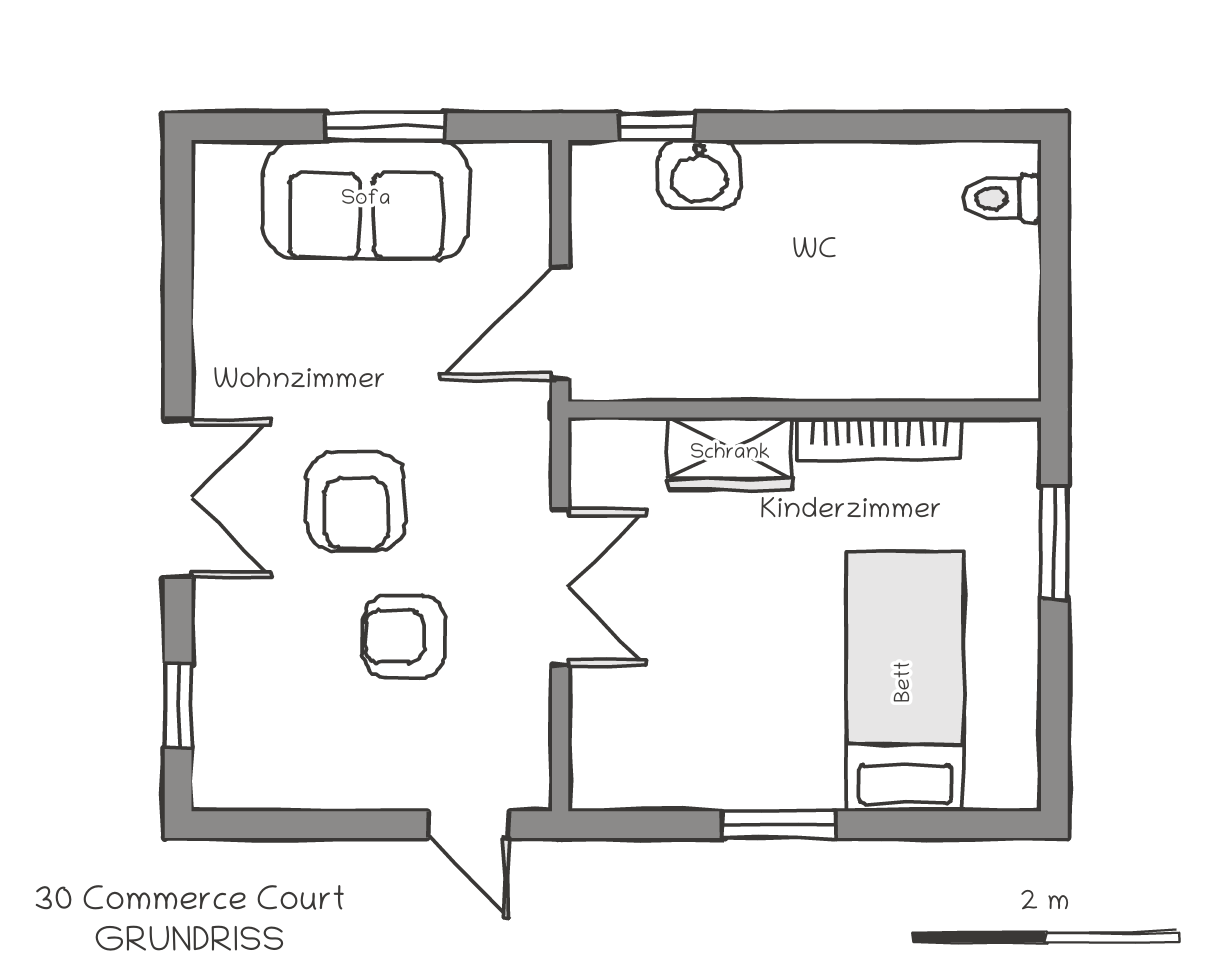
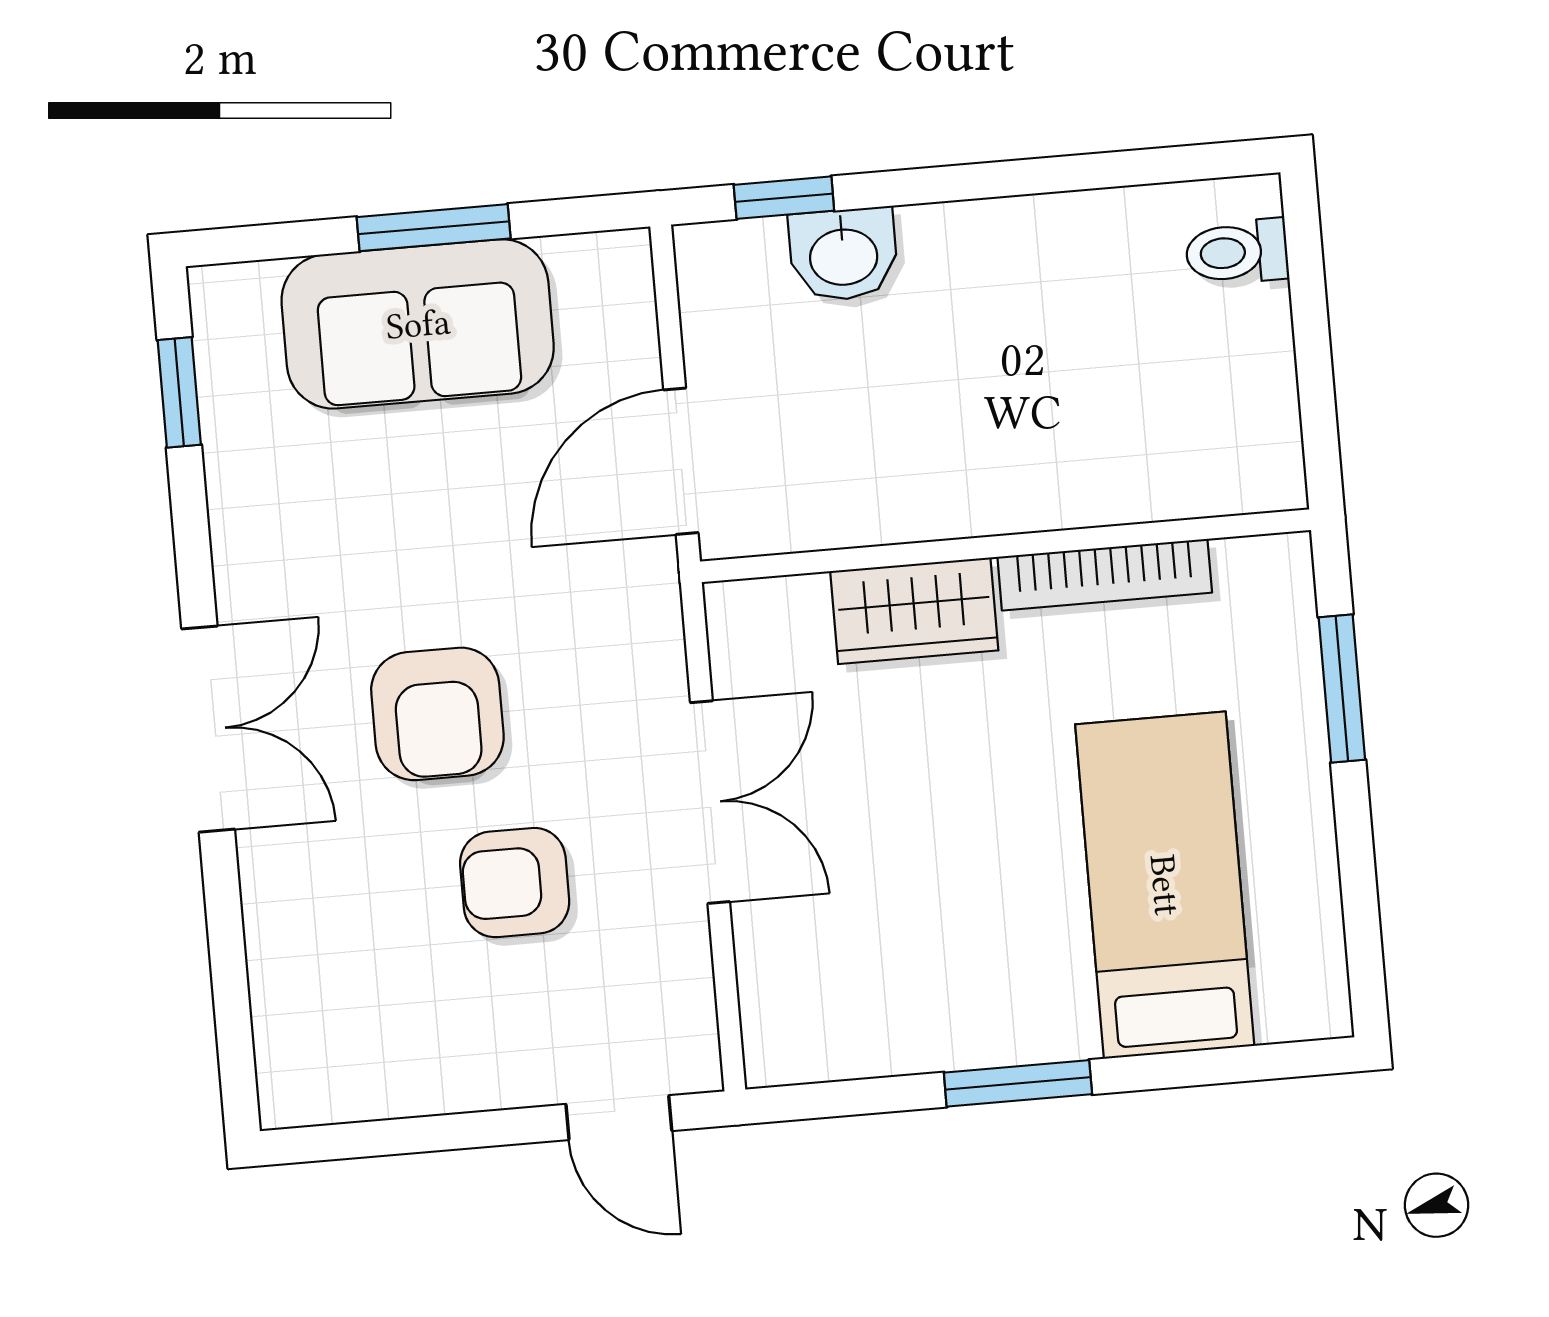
window: (178, 705) -> (179, 392), moved

